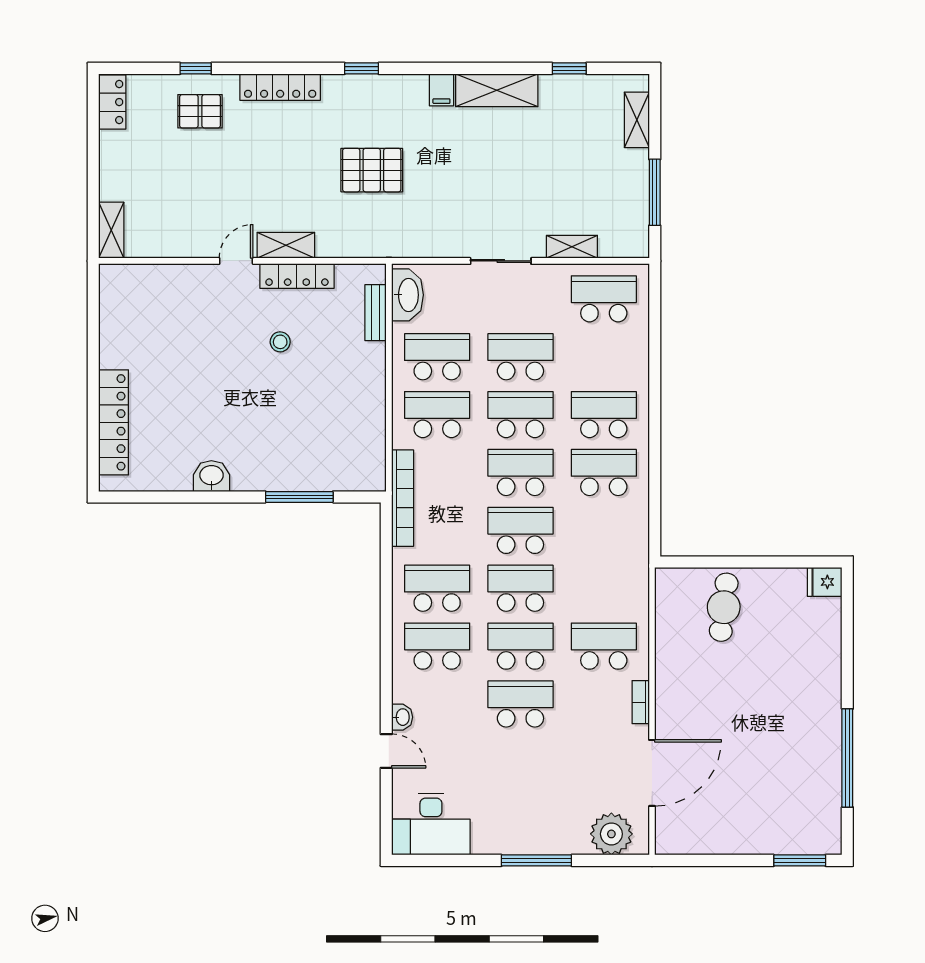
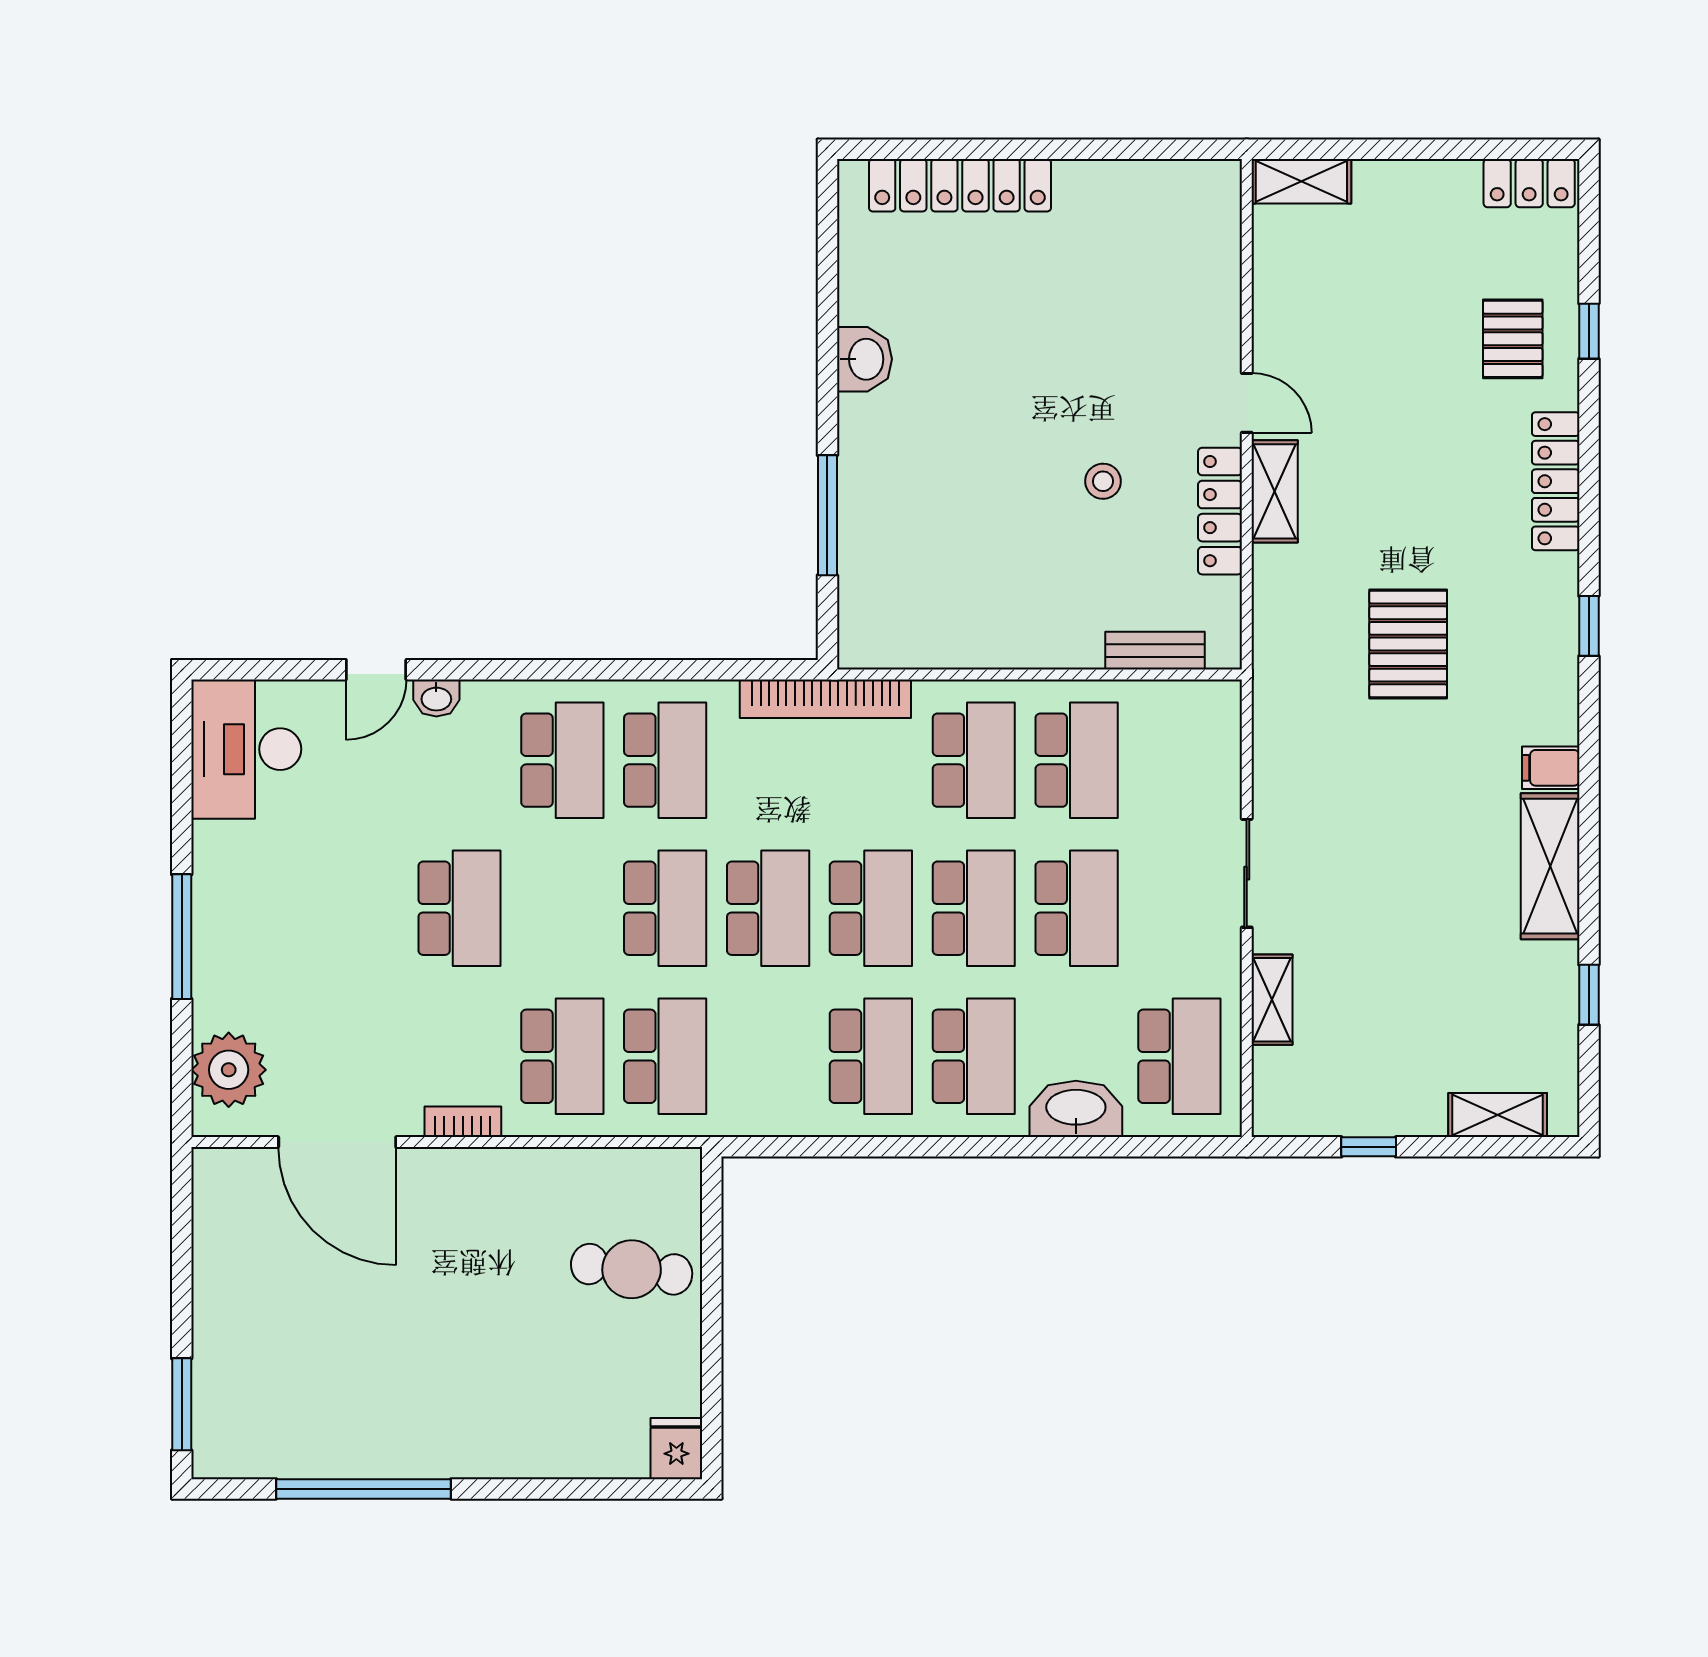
window: (655, 192) -> (1369, 1147), width x0.46
washbasin: (408, 295) -> (1076, 1109), moved, turned 180
school desk: (520, 646) -> (665, 1056), moved

